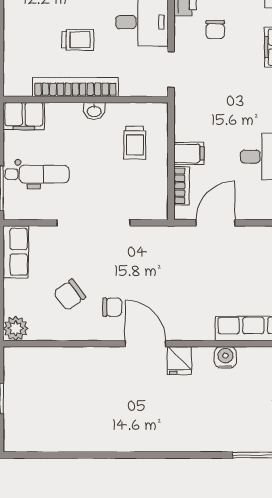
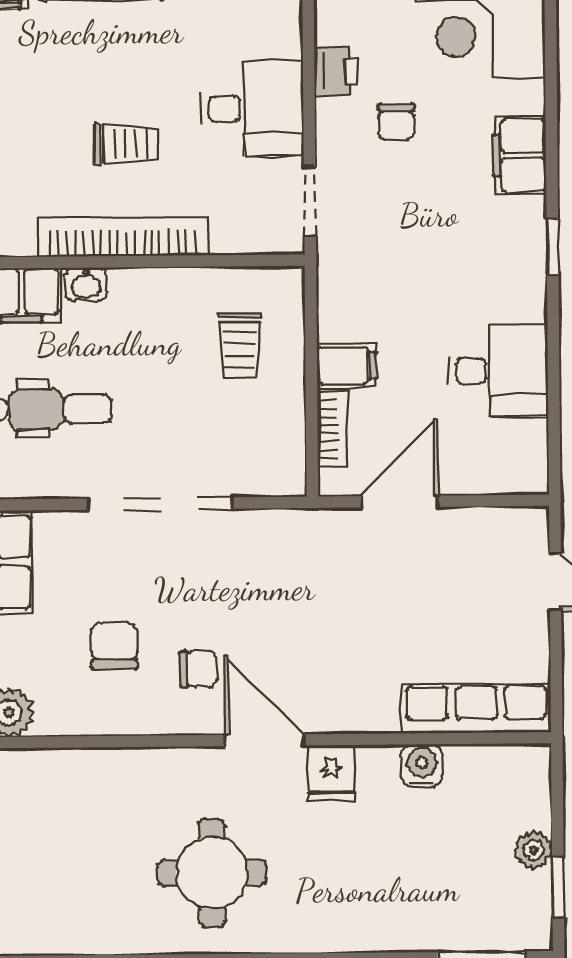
washbasin: (94, 111) -> (86, 285), moved
chair: (70, 295) -> (114, 646), turned 126
round table: (118, 411) -> (212, 873), added

